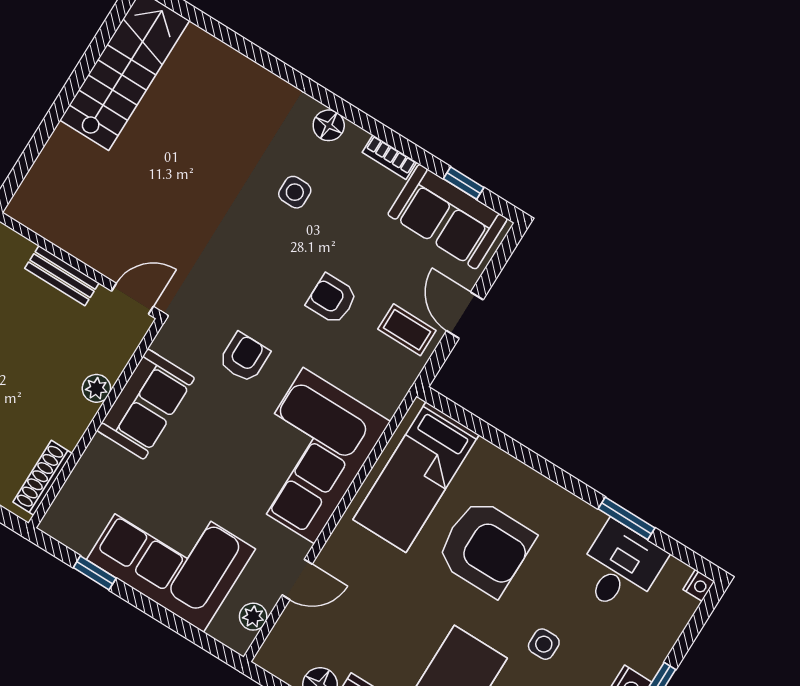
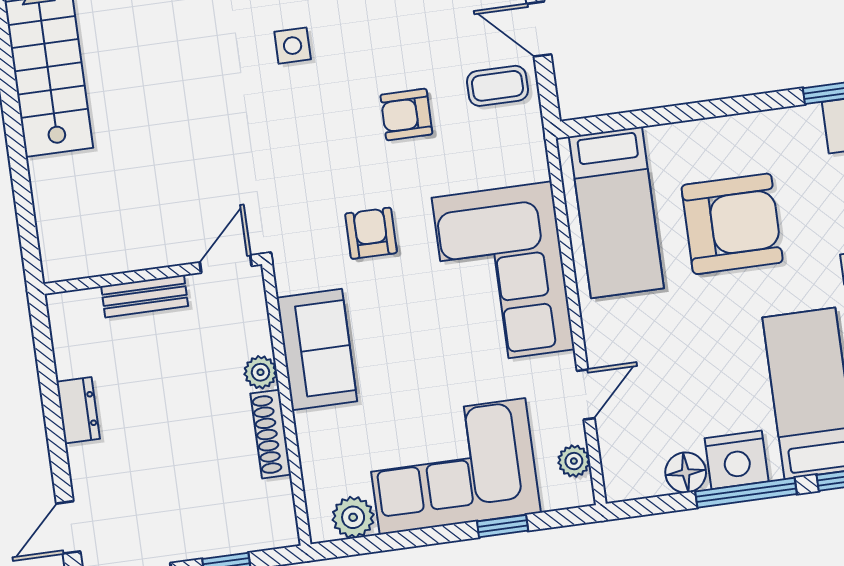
shoe rack: (43, 478) -> (271, 434), moved
plant: (78, 534) -> (353, 517), added
window: (95, 573) -> (503, 526), moved

